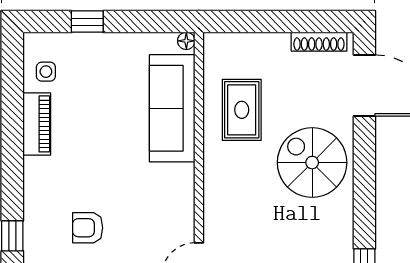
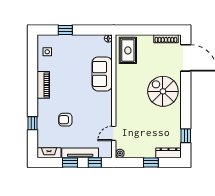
sofa: (172, 108) -> (102, 74), width x0.73
rug: (242, 110) -> (128, 50), moved
piano: (37, 124) -> (43, 85), moved

